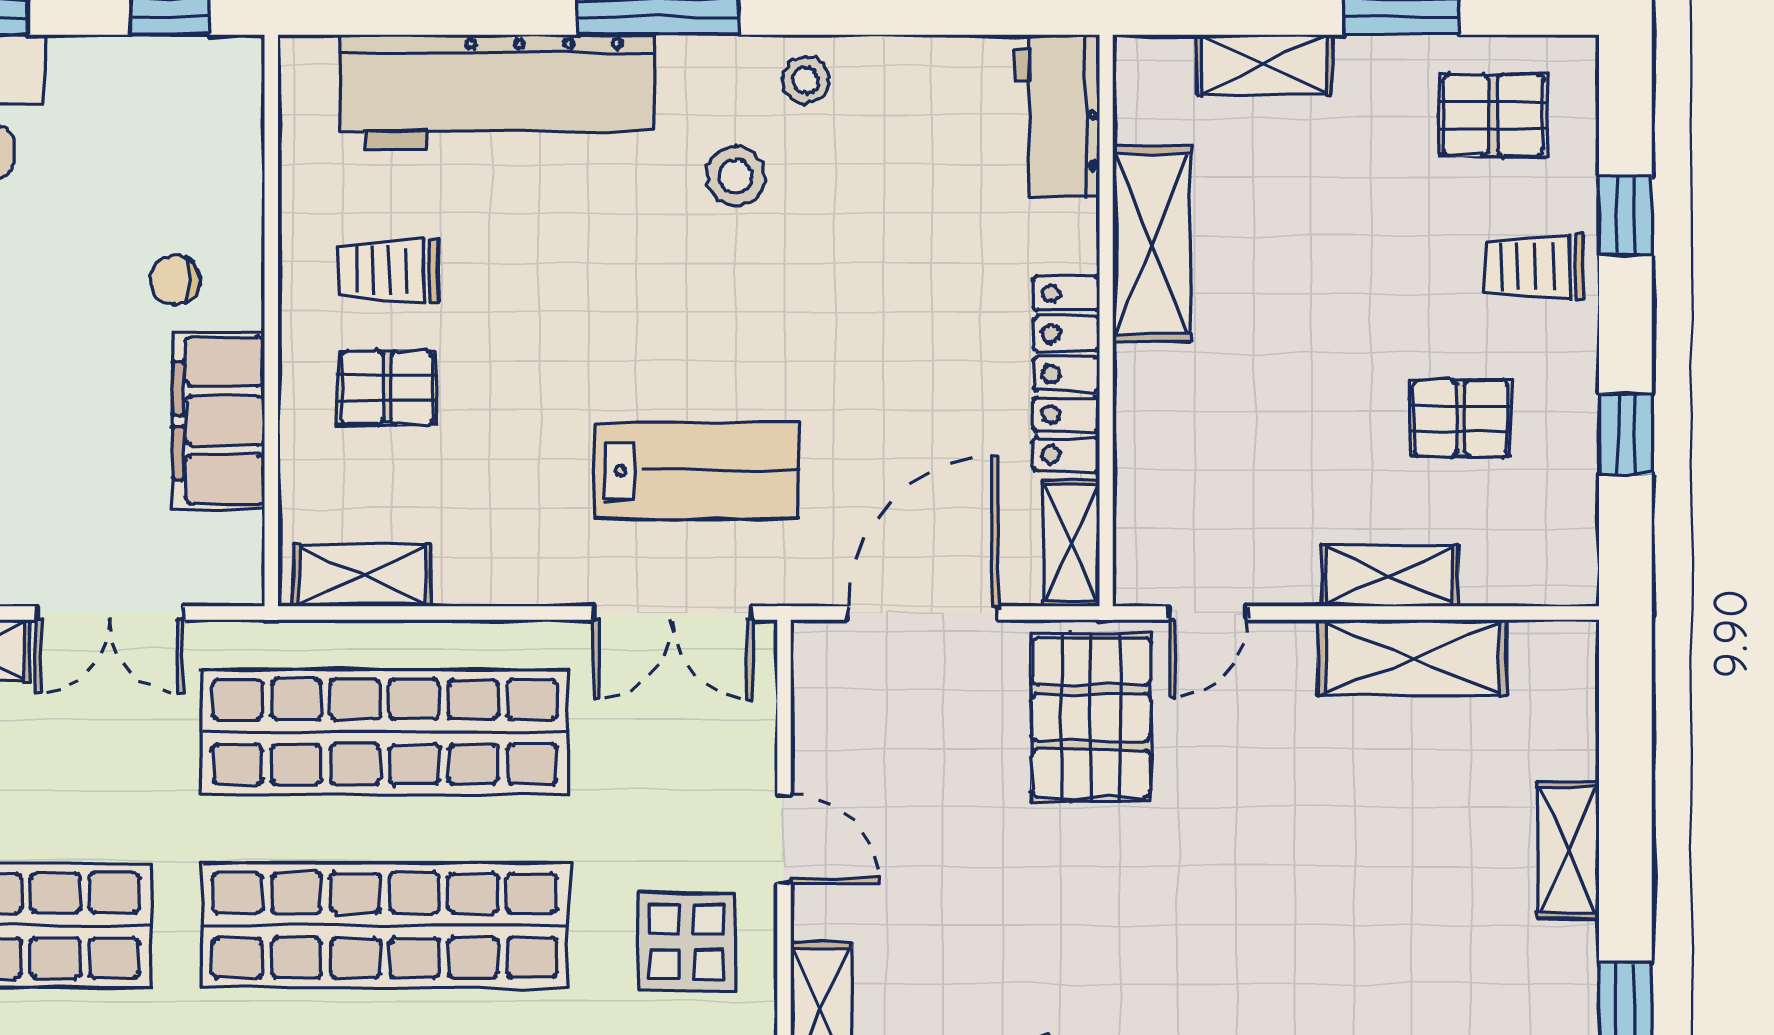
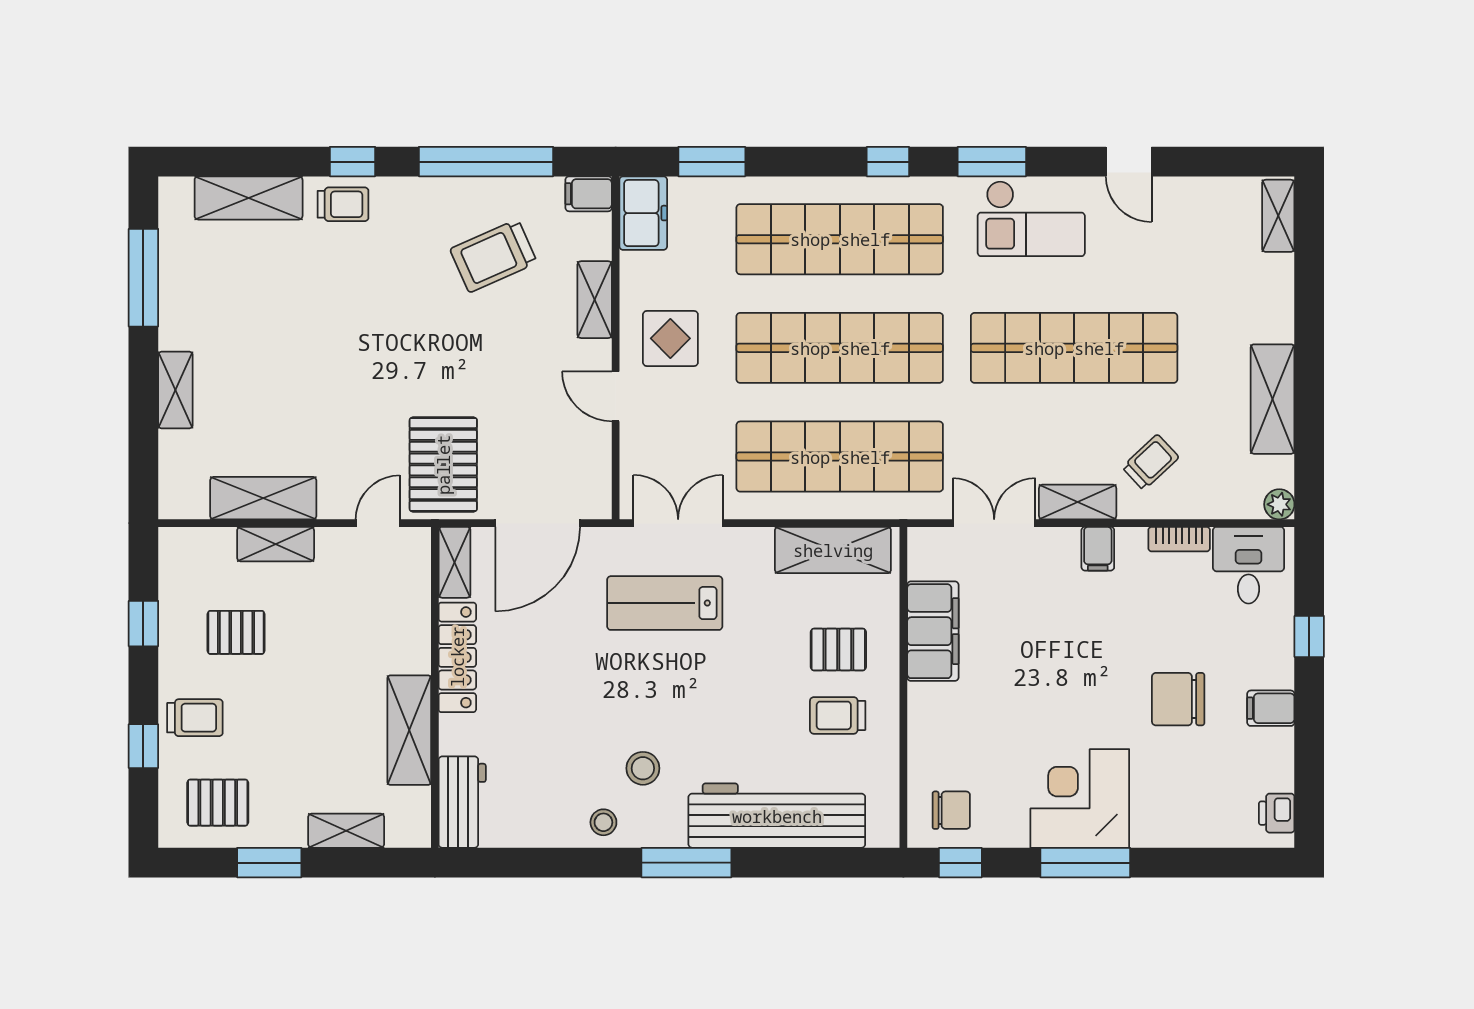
trolley: (388, 270) -> (838, 715), turned 180
chair: (175, 280) -> (951, 810), moved, width x1.37, depth x1.37
shelving: (362, 575) -> (833, 550), width x1.50, depth x1.33

